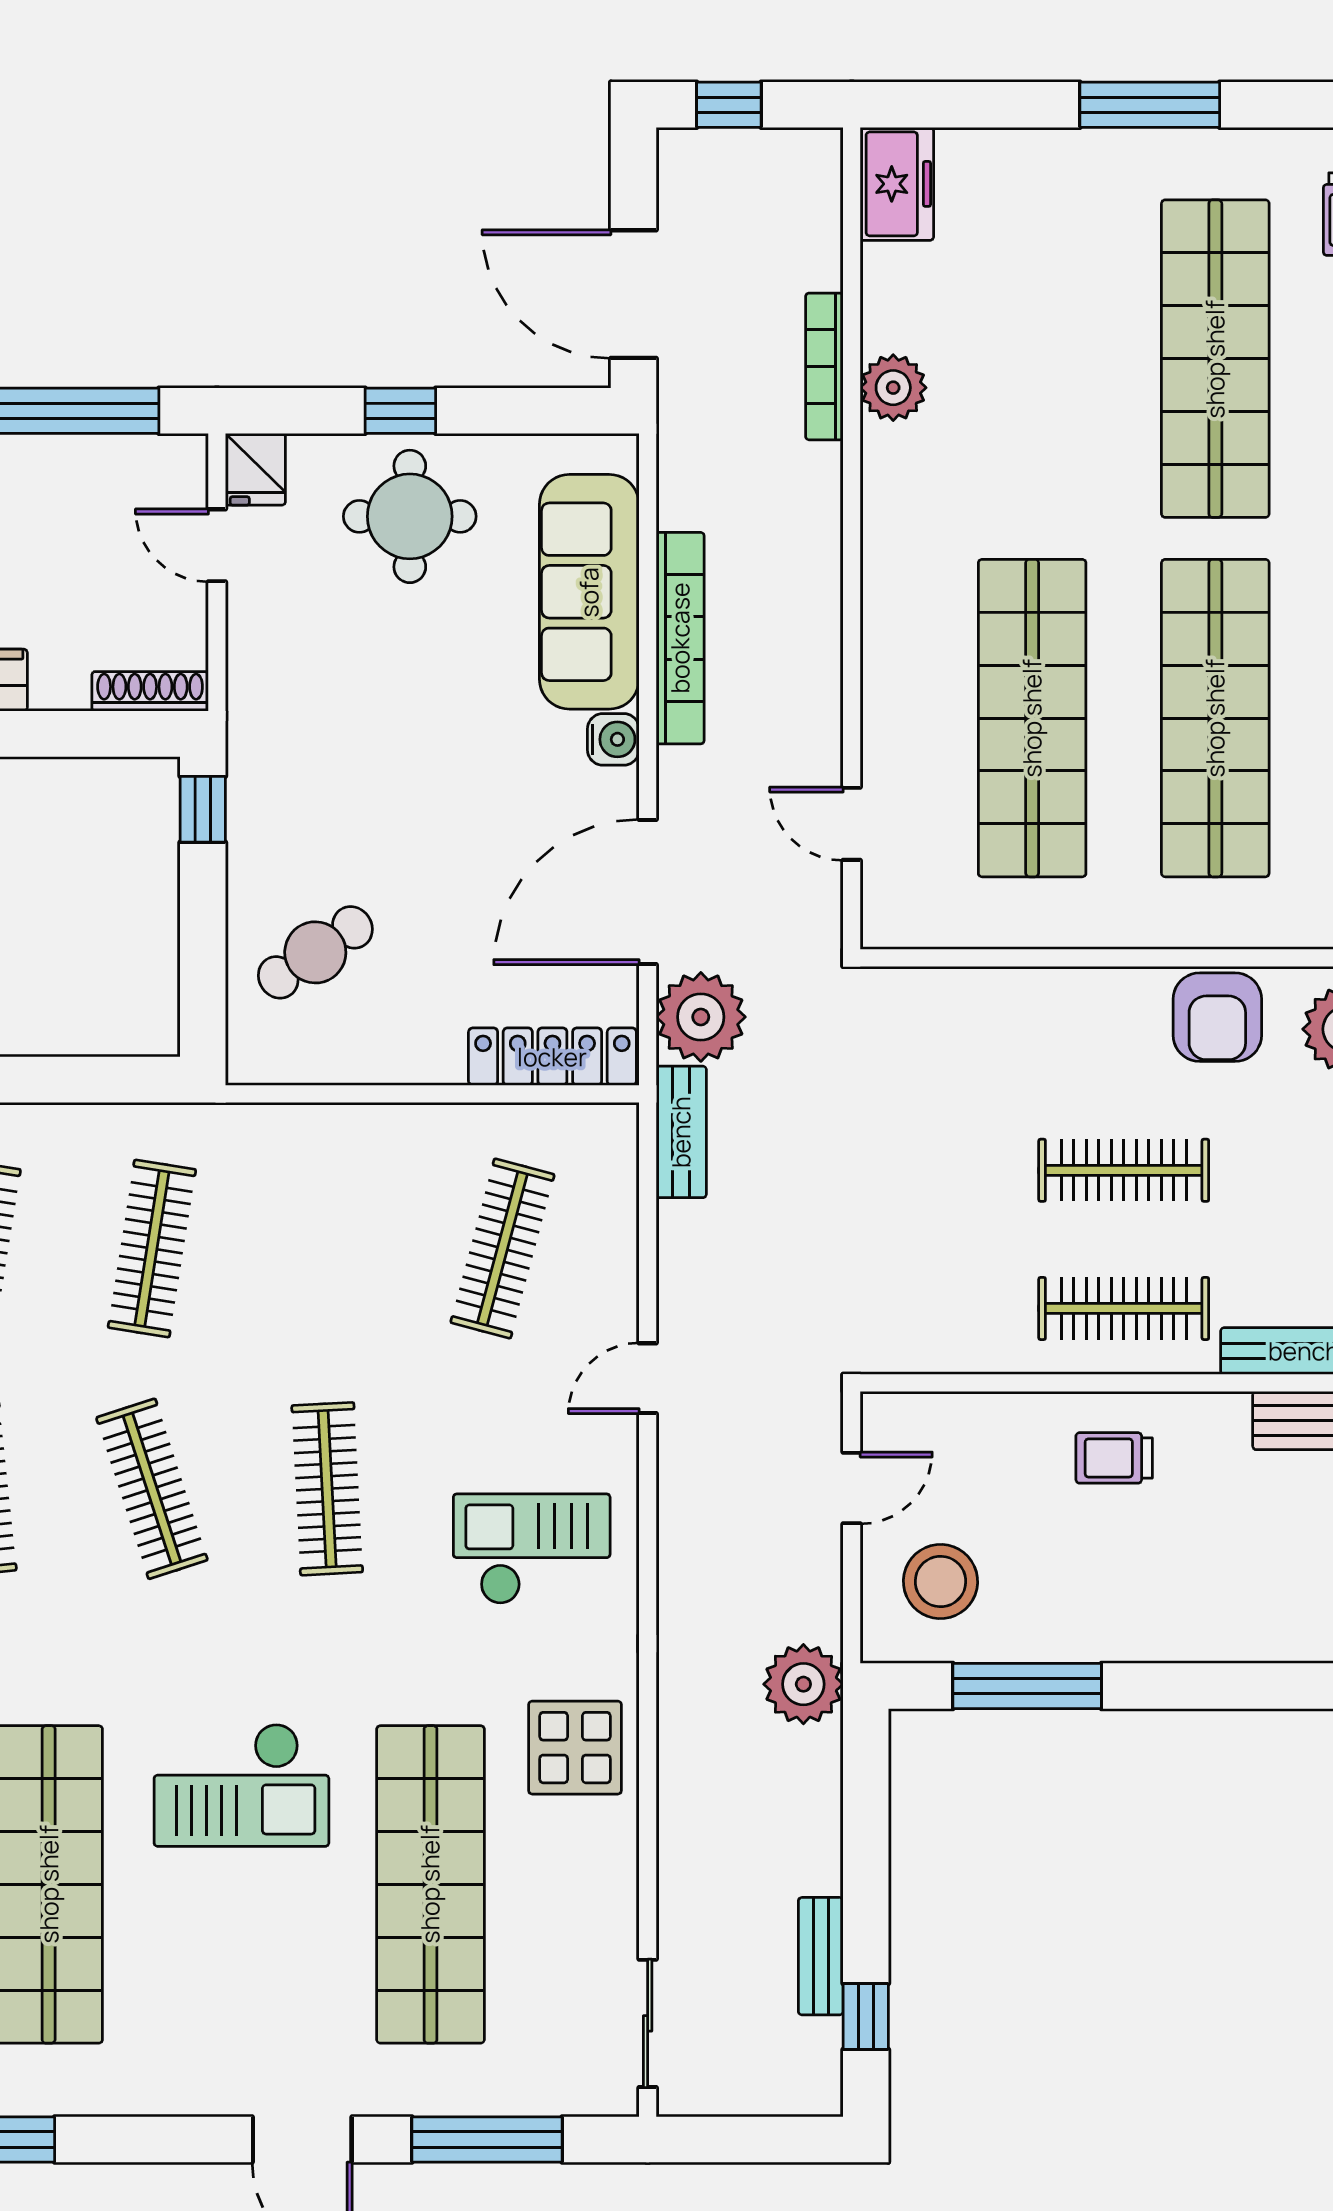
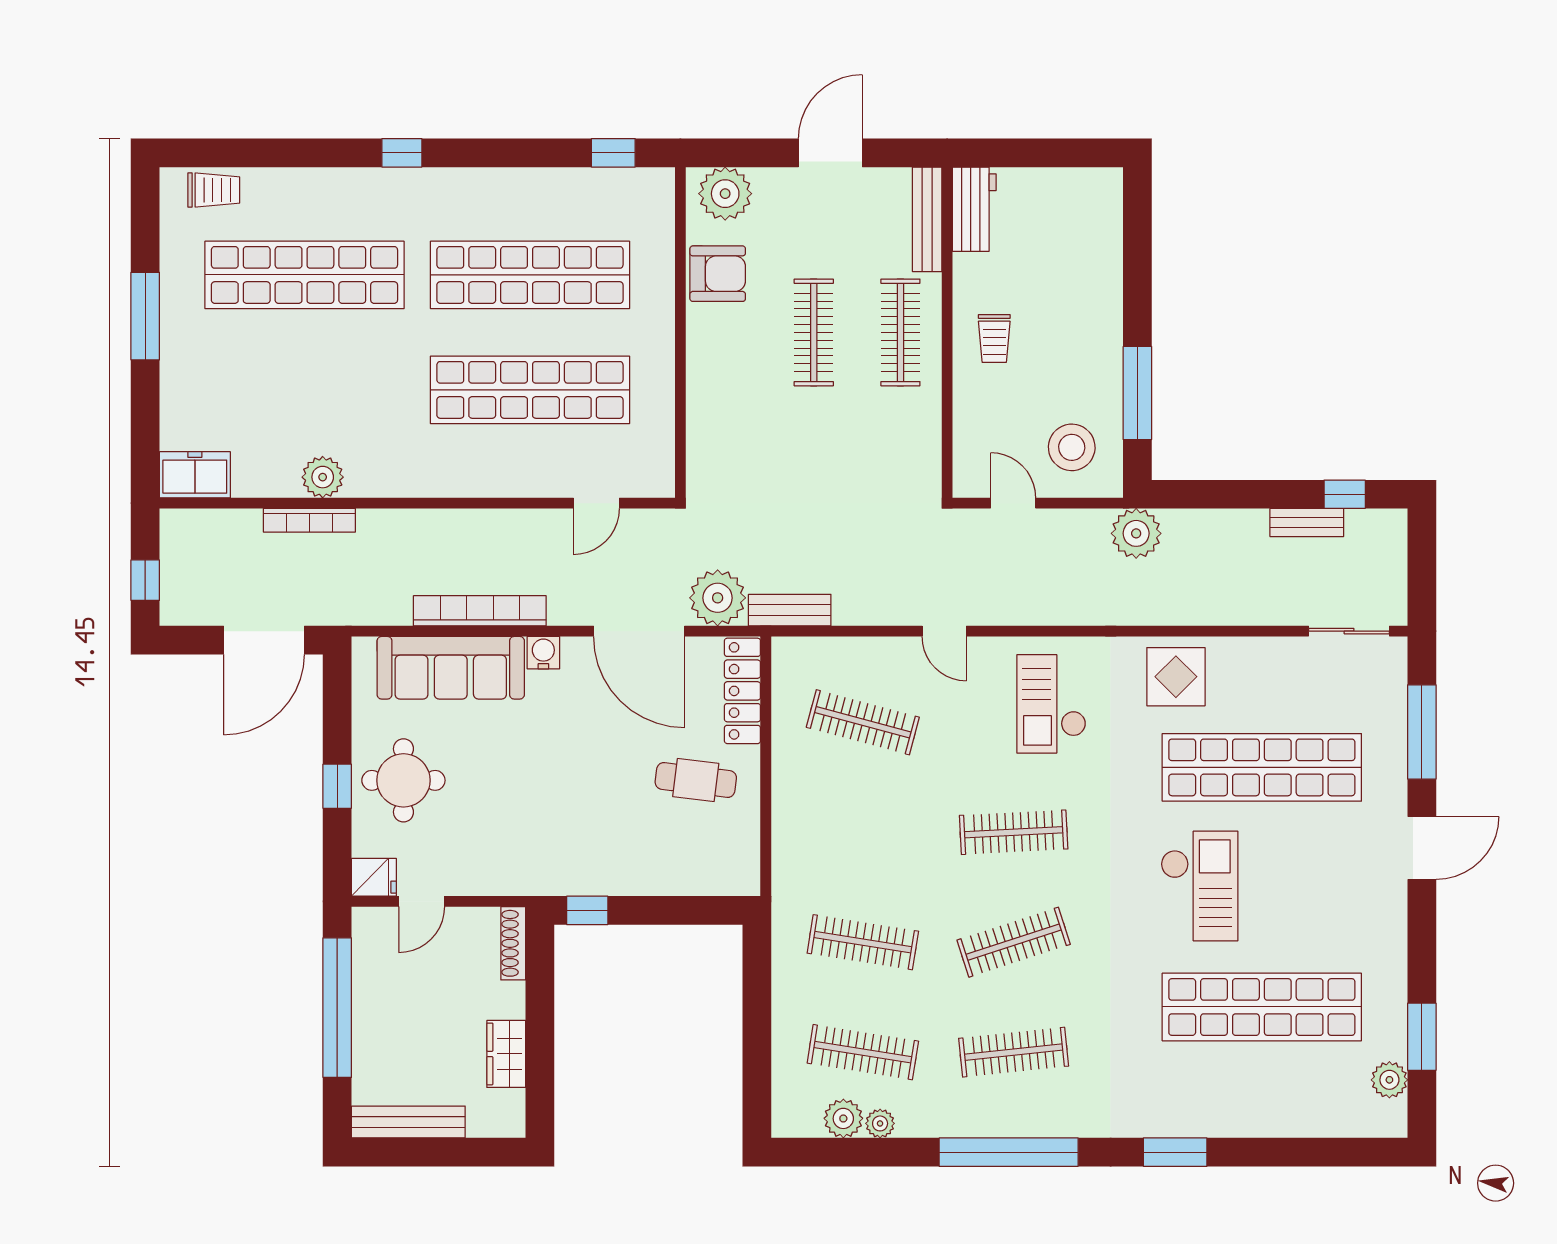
cafe table: (315, 952) -> (696, 780), moved, turned -49

